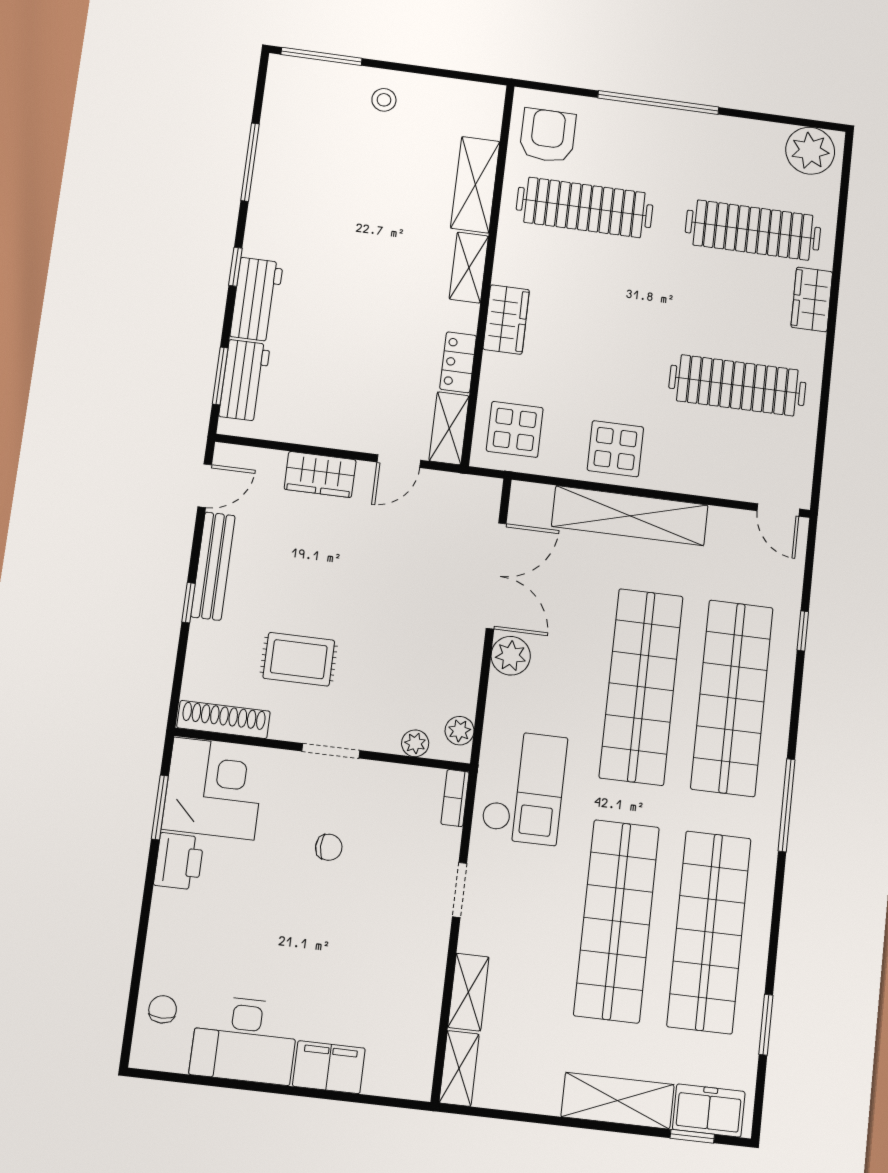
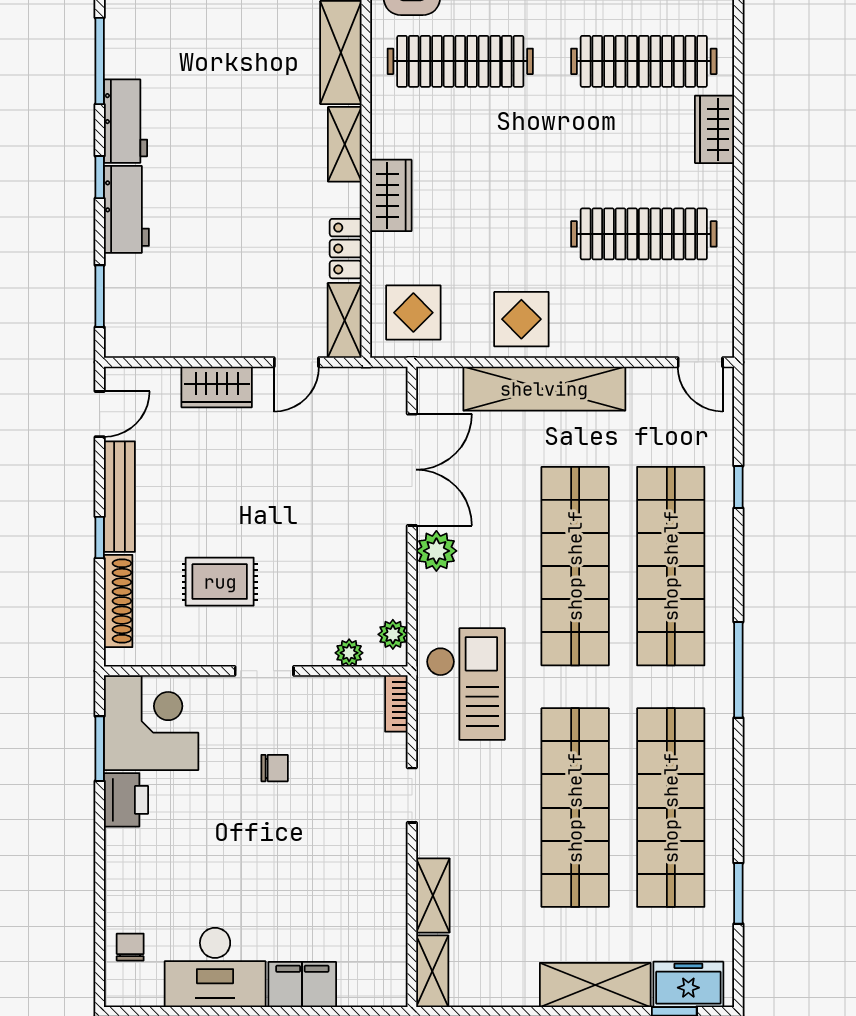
workbench: (245, 380) -> (126, 121), moved
shoe rack: (224, 720) -> (118, 601), moved, turned 90

